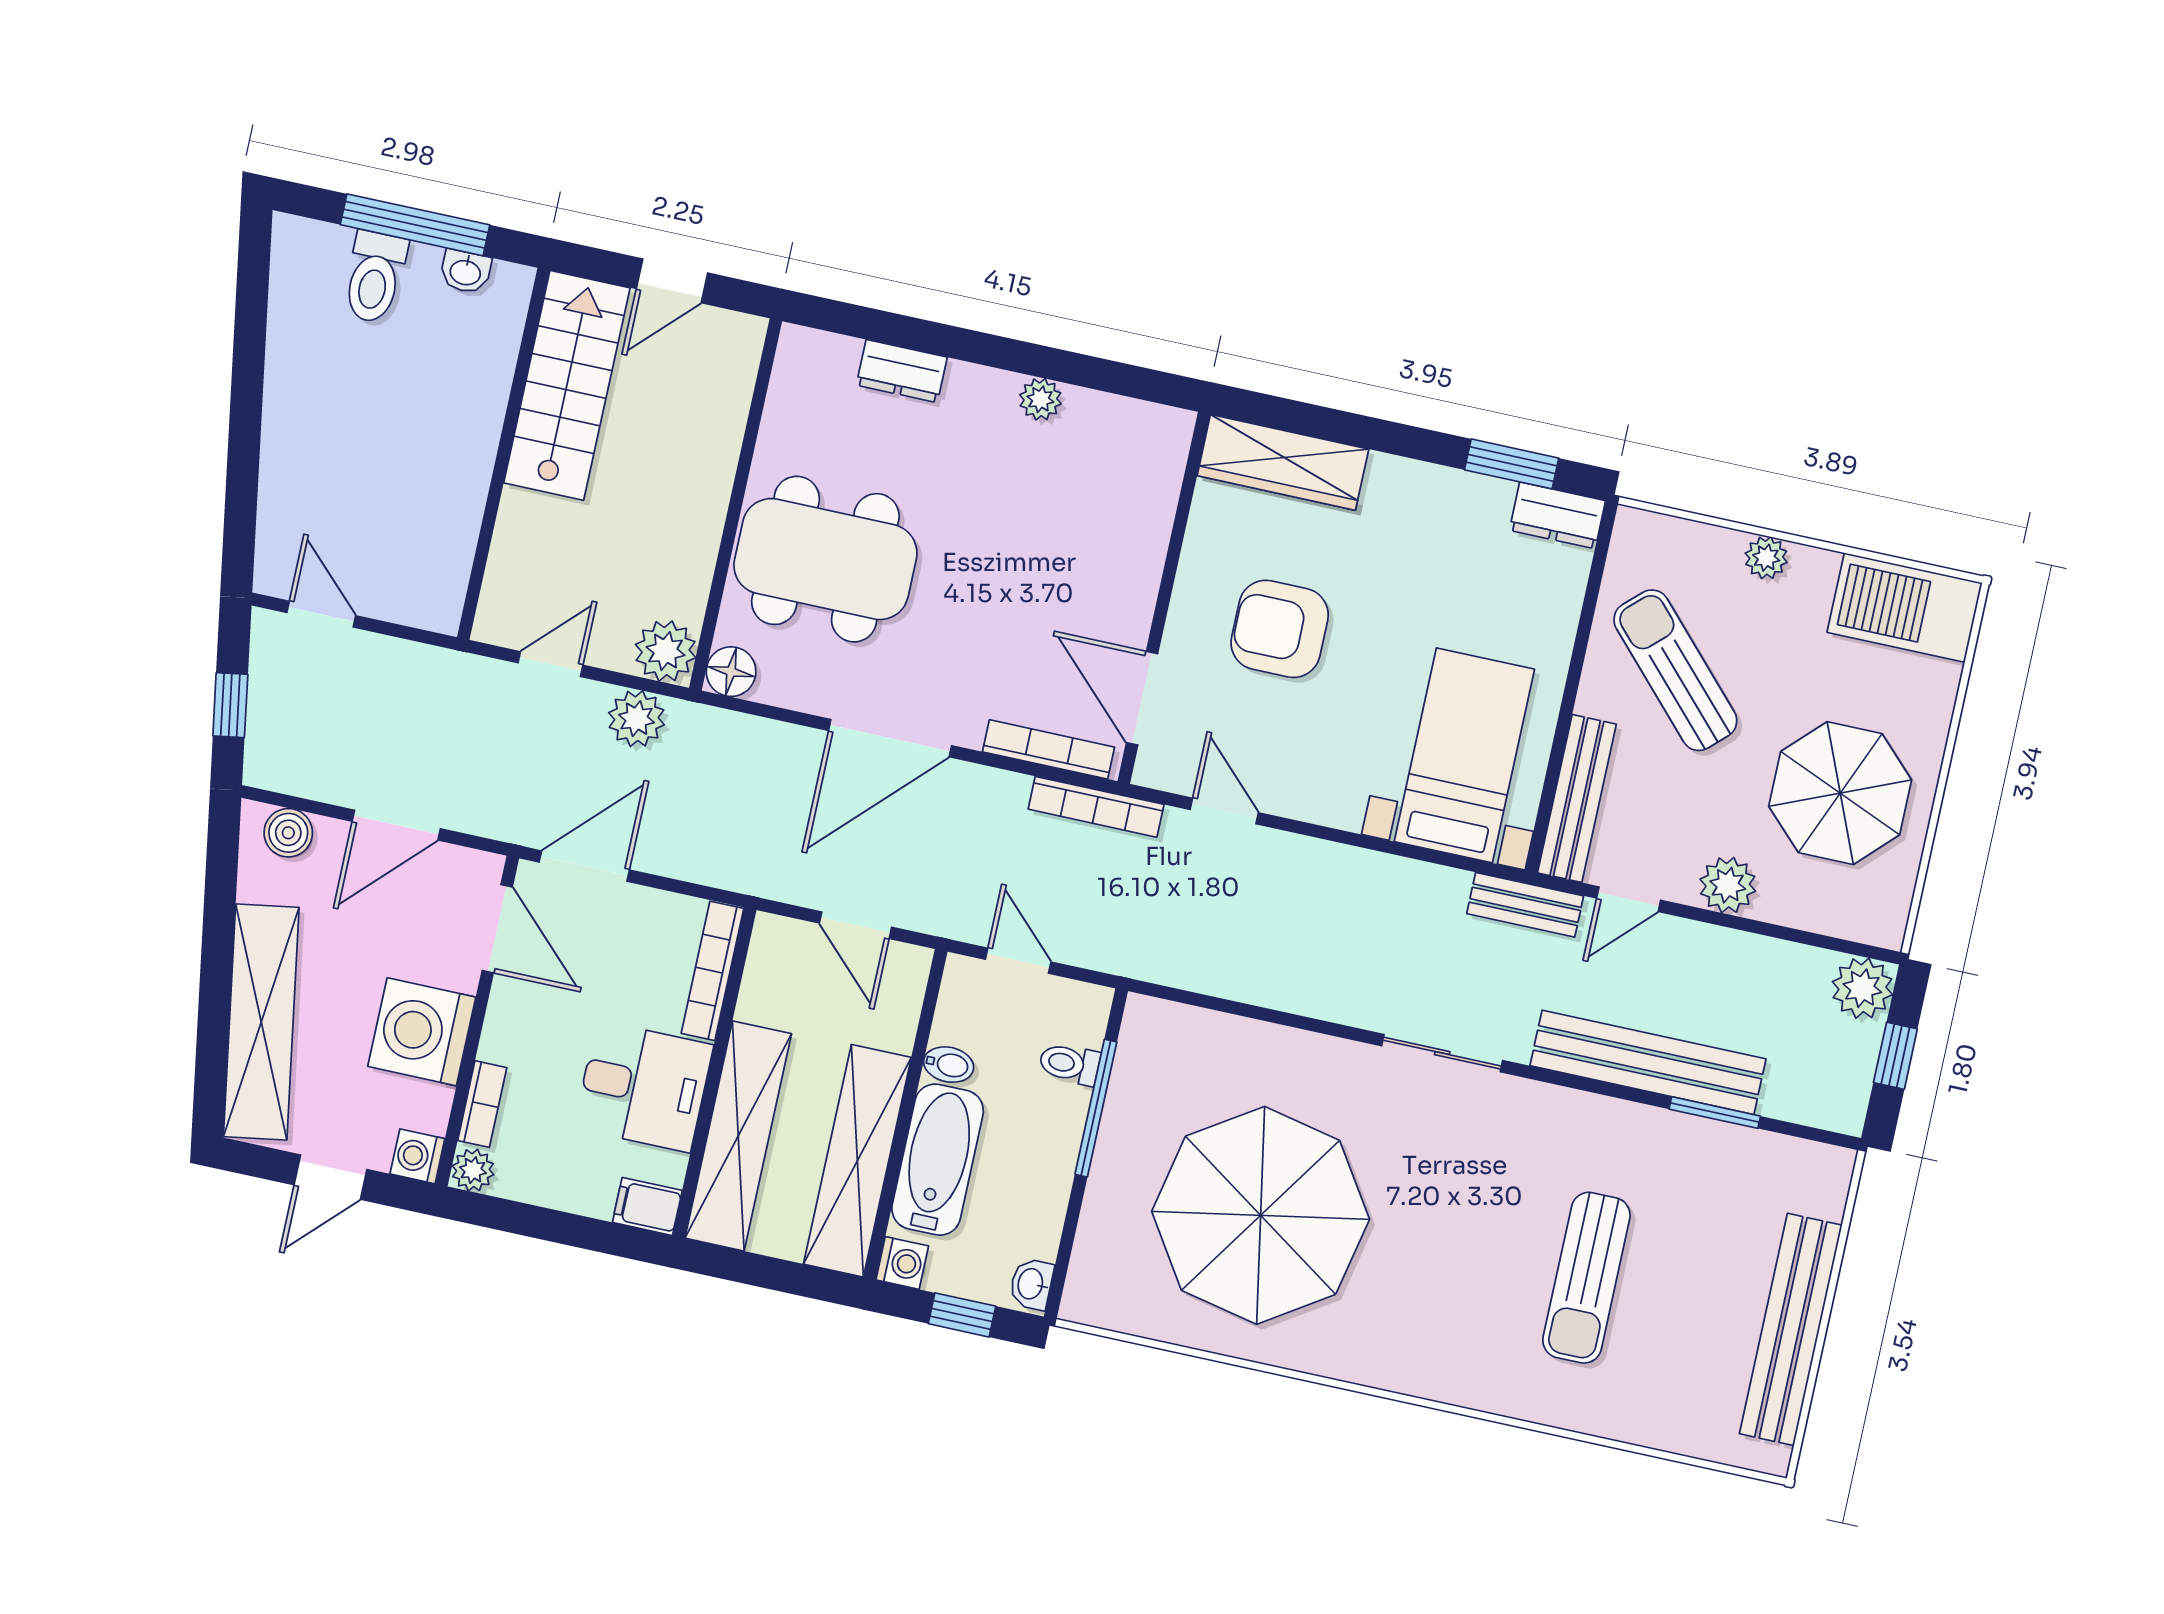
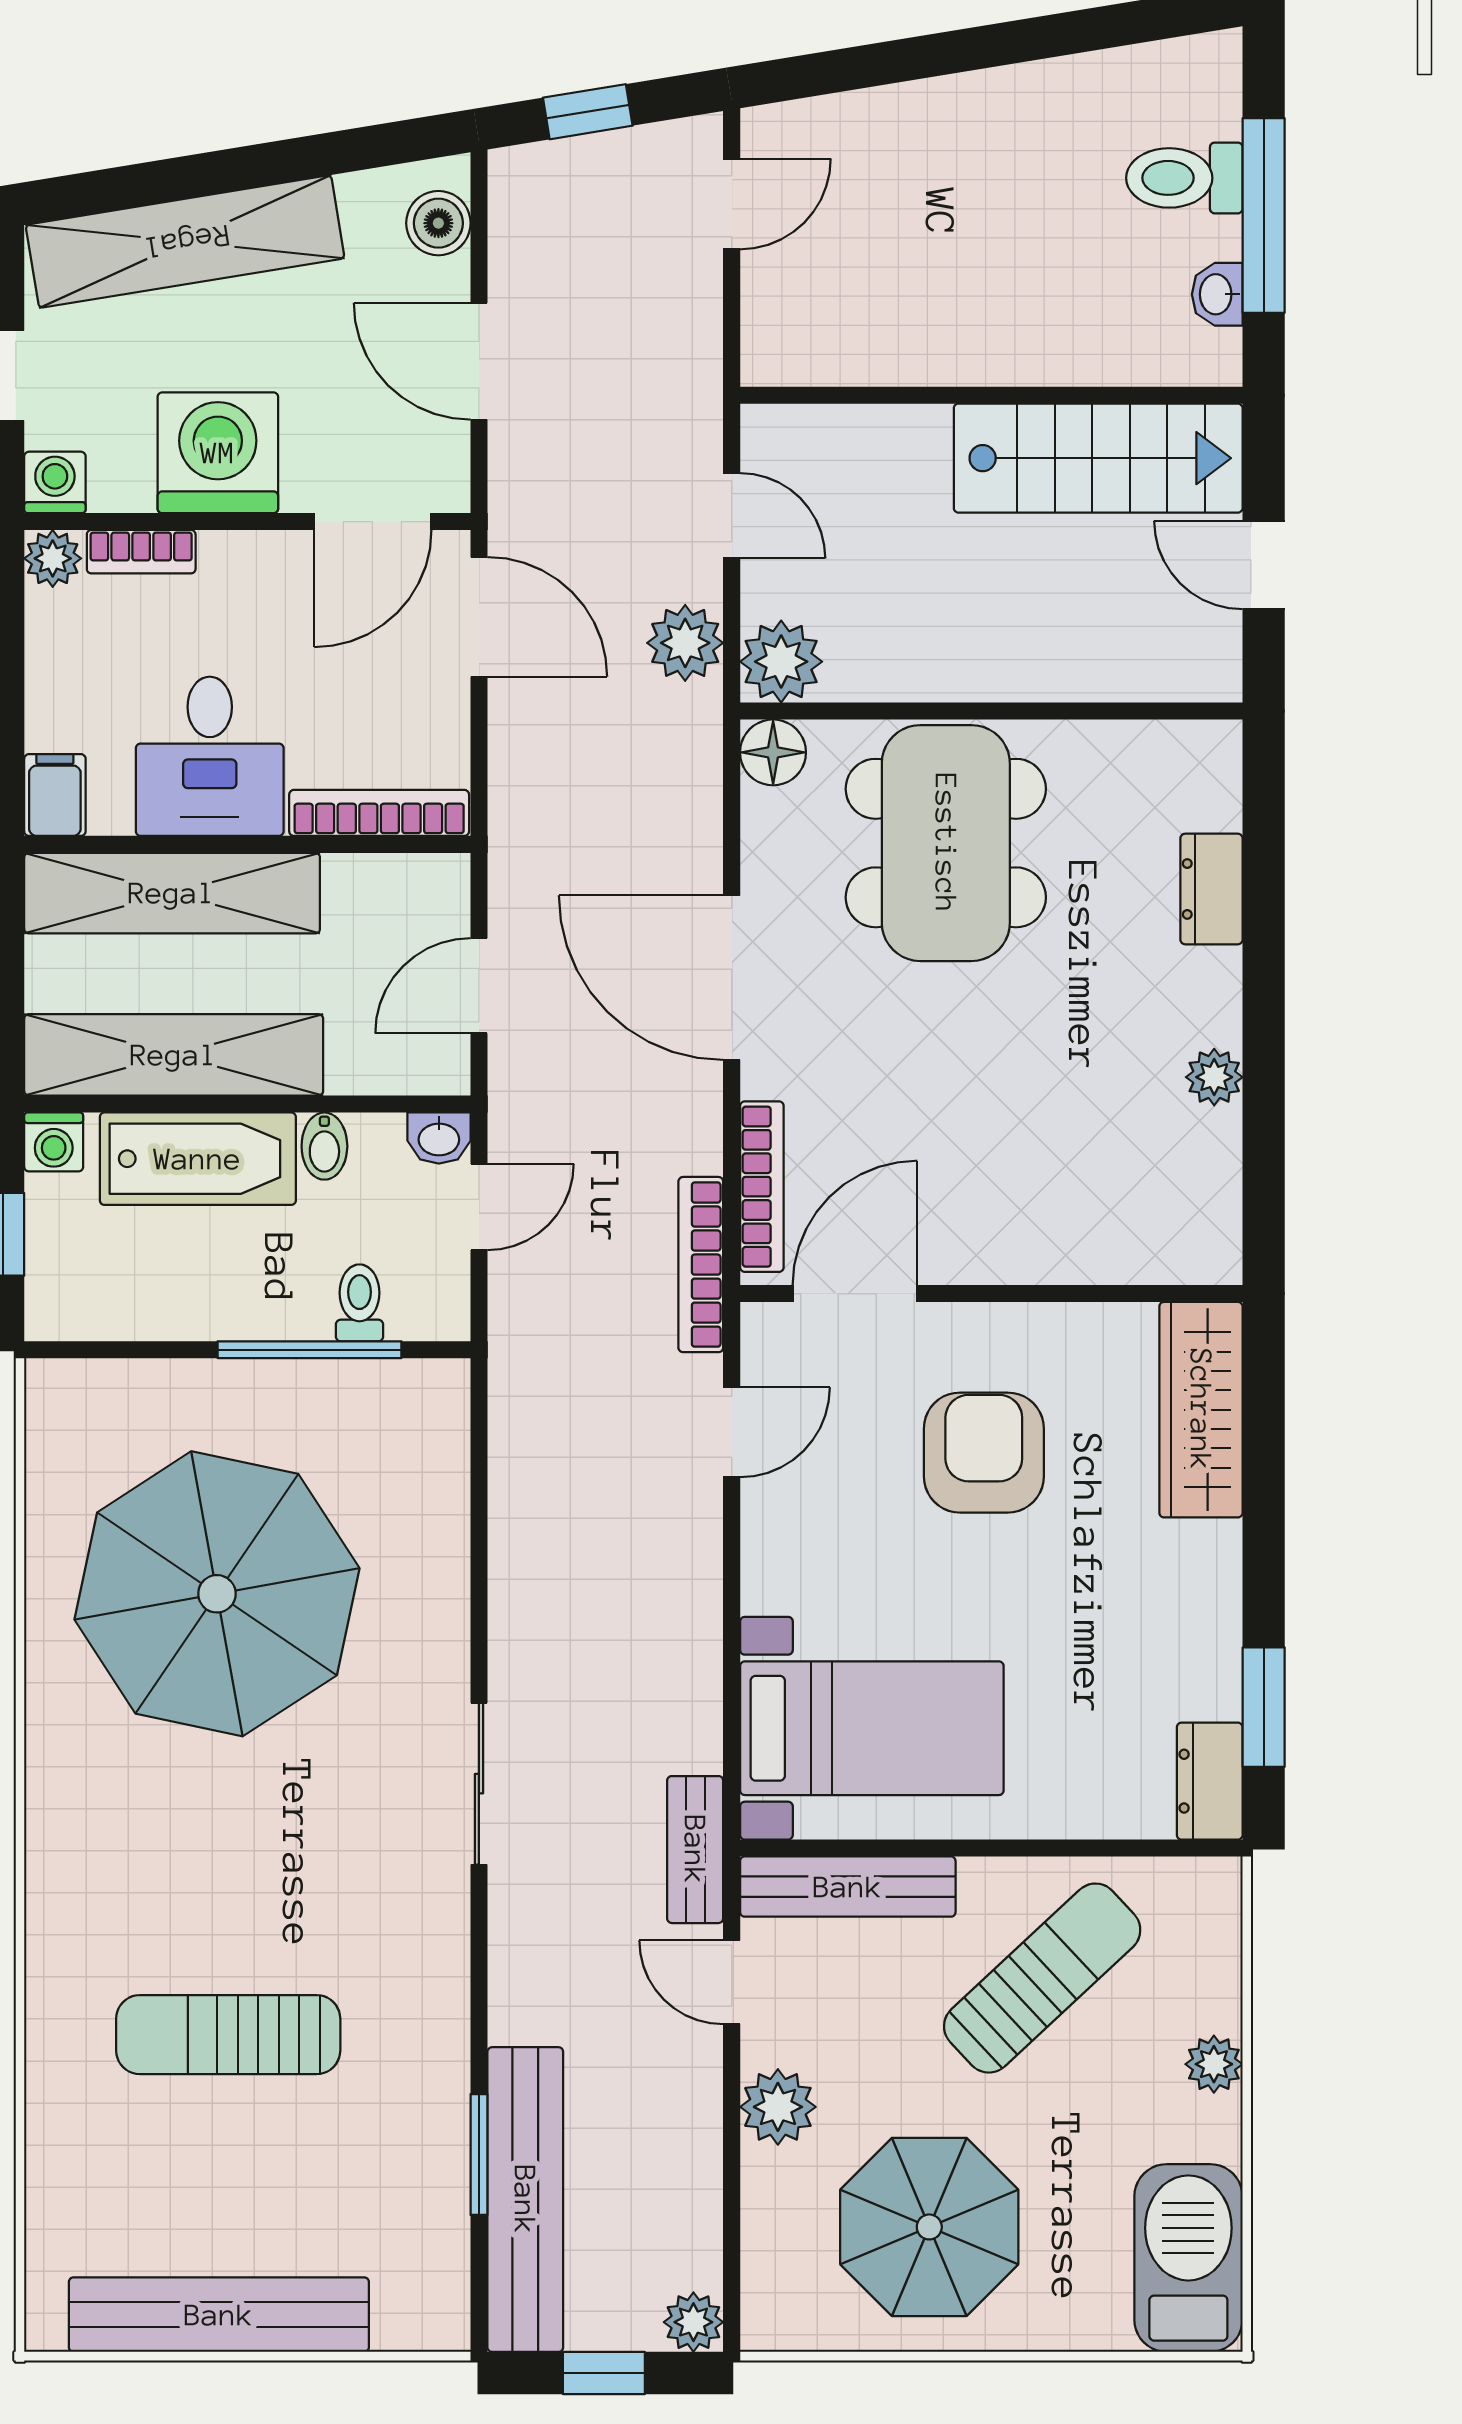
plant: (1862, 988) -> (693, 2322), width x0.73, depth x0.73
bench: (1648, 1062) -> (525, 2200), moved
washbasin: (1031, 1284) -> (439, 1138), moved, turned 180

